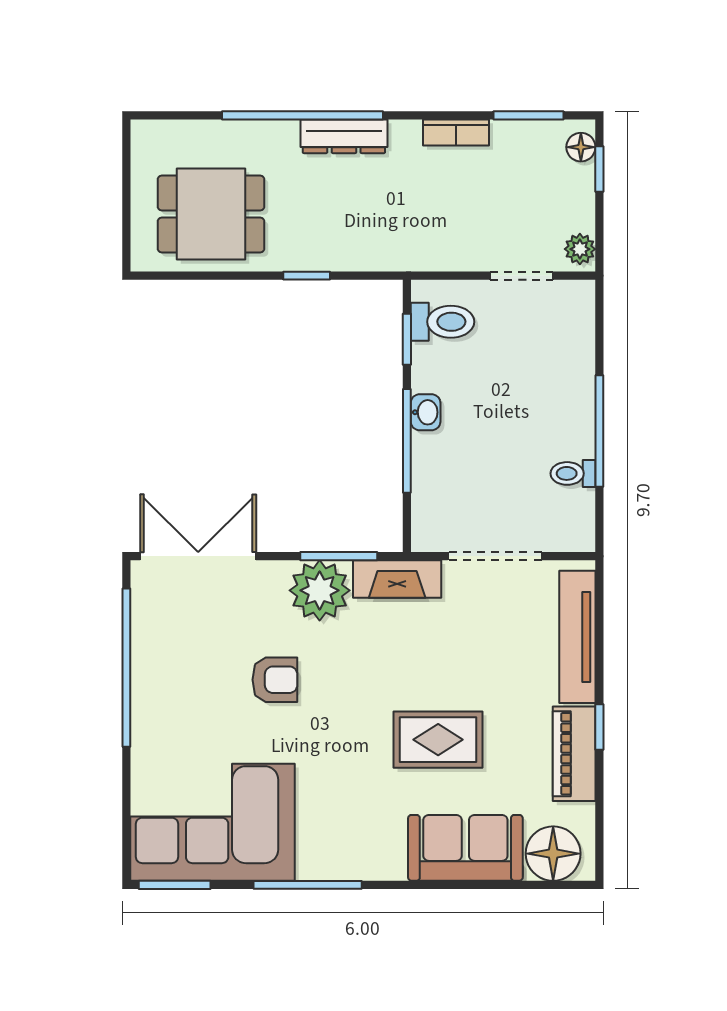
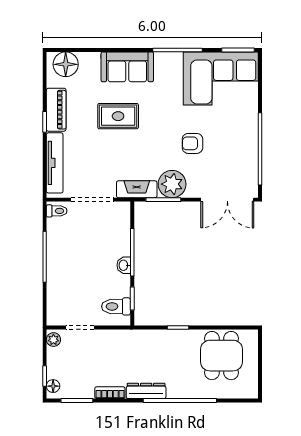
dresser: (344, 136) -> (146, 391), moved
dining table: (211, 214) -> (222, 356), turned 90
toilet: (573, 473) -> (57, 211), moved
sofa: (465, 848) -> (127, 67), moved

